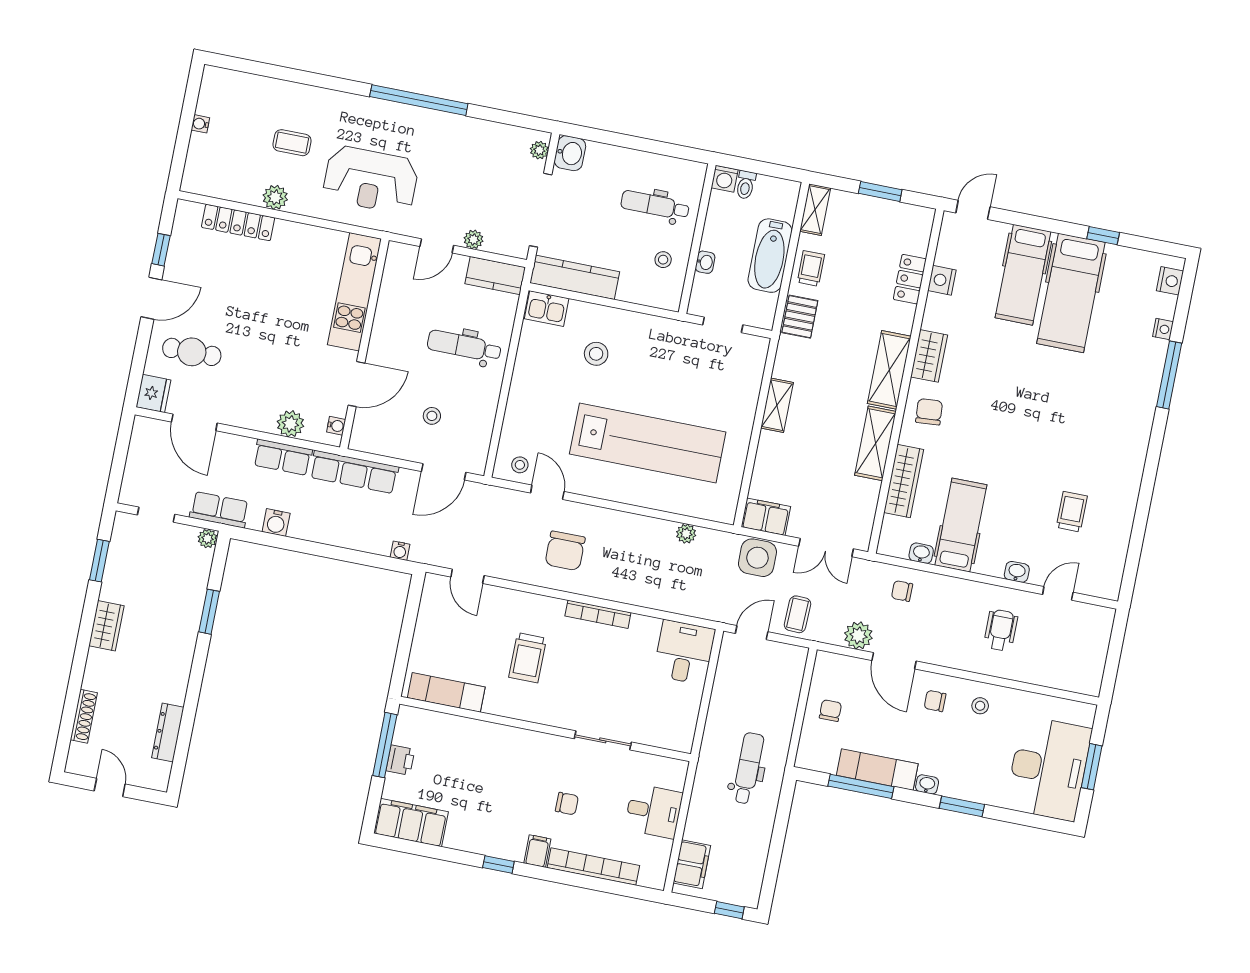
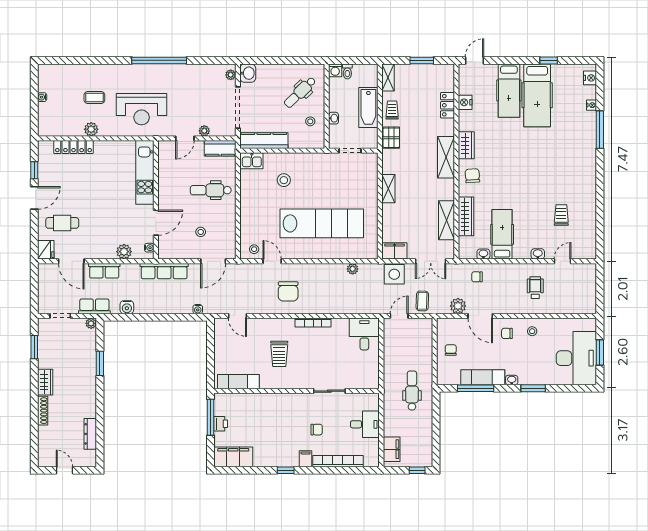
dental chair: (655, 205) -> (300, 92), turned -44
shelving: (875, 443) -> (446, 220), moved
row of seats: (283, 457) -> (104, 271), moved
shoe rack: (84, 716) -> (43, 411), moved

